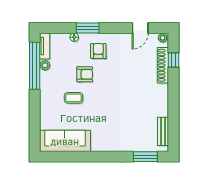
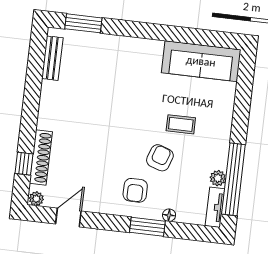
armchair: (85, 74) -> (160, 158), turned 109

